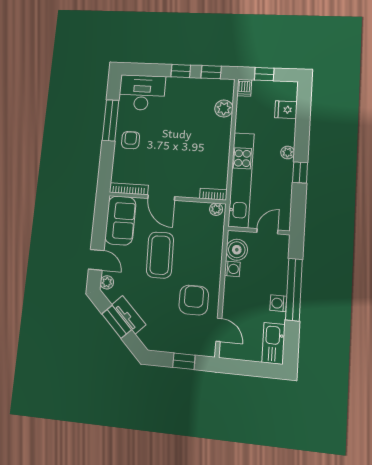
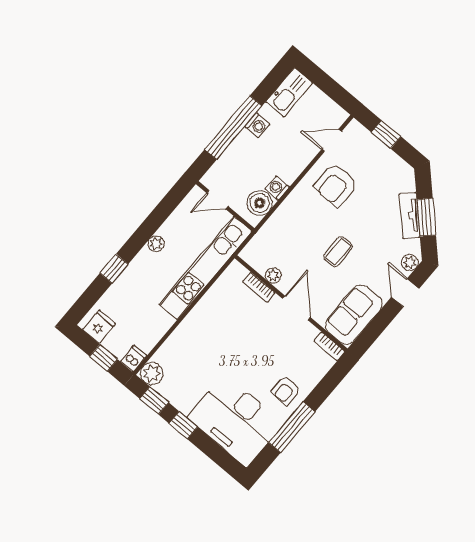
desk: (142, 93) -> (236, 420), width x1.36, depth x1.30
plant: (224, 109) -> (152, 374), moved
fridge: (286, 110) -> (99, 327), moved, turned -90
plant: (288, 152) -> (156, 244), moved
window: (300, 173) -> (114, 269), moved
bookcase: (129, 189) -> (329, 346), width x0.64
bookcase: (213, 194) -> (259, 287), moved
plant: (216, 209) -> (273, 276), moved
coffee table: (160, 255) -> (338, 252), width x0.54, depth x0.58
door: (219, 330) -> (332, 140), hinge flipped

